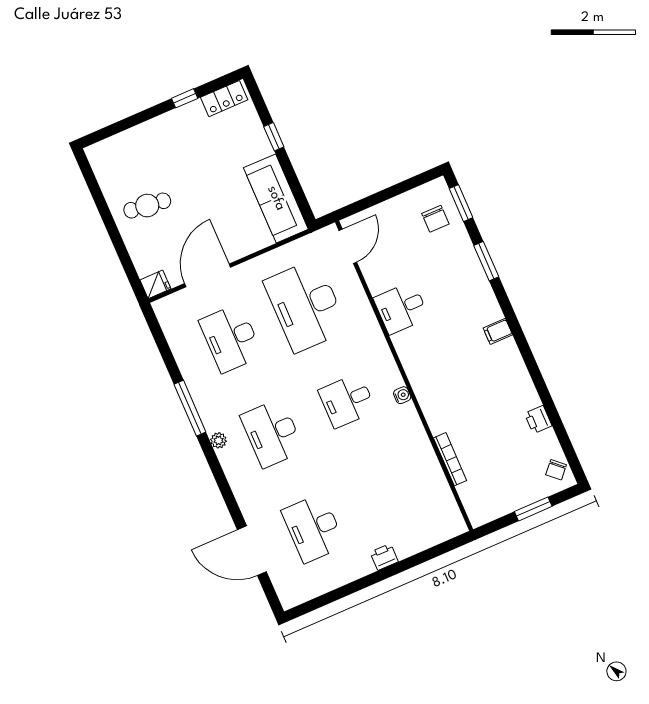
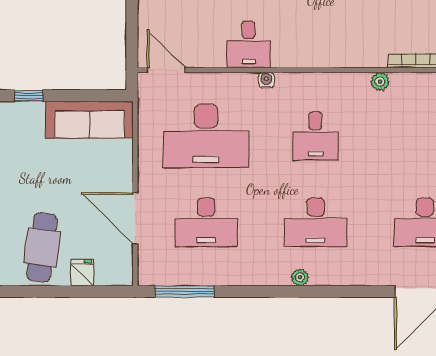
cafe table: (147, 206) -> (42, 247), width x1.37, depth x1.35
fridge: (155, 284) -> (82, 273), moved
water cooler: (402, 395) -> (266, 80), moved
window: (190, 408) -> (185, 291), moved
plant: (418, 436) -> (380, 82), added

